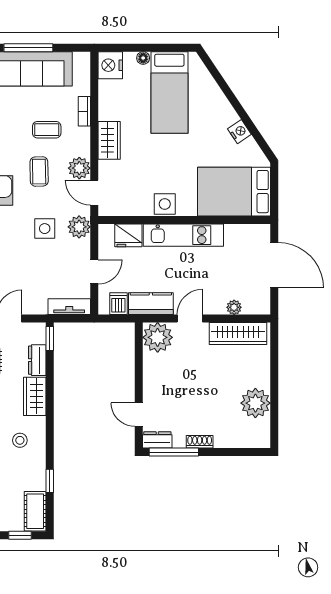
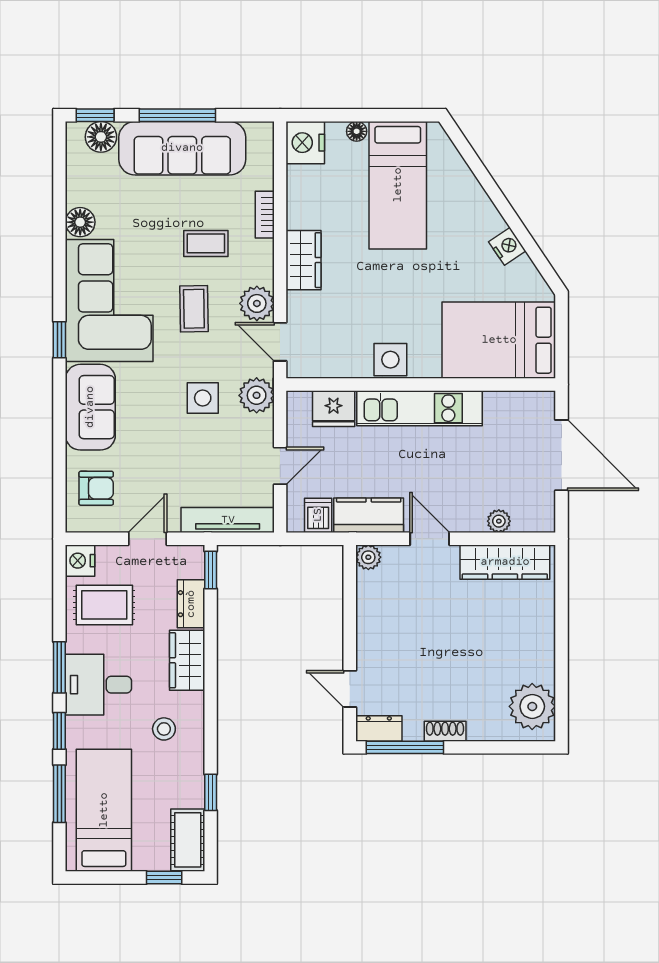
tv unit: (69, 307) -> (228, 520), width x1.41
door: (190, 319) -> (430, 539), hinge flipped
plant: (158, 337) -> (368, 557), width x0.53, depth x0.53
plant: (255, 403) -> (532, 706), moved

